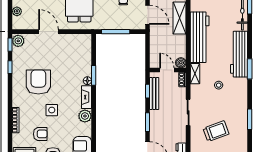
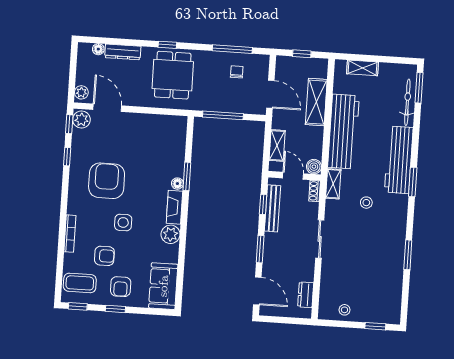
plant: (17, 11) -> (81, 92), moved
door: (48, 32) -> (107, 108), moved
shelving: (154, 50) -> (277, 145), added
trolley: (216, 131) -> (358, 269), removed

